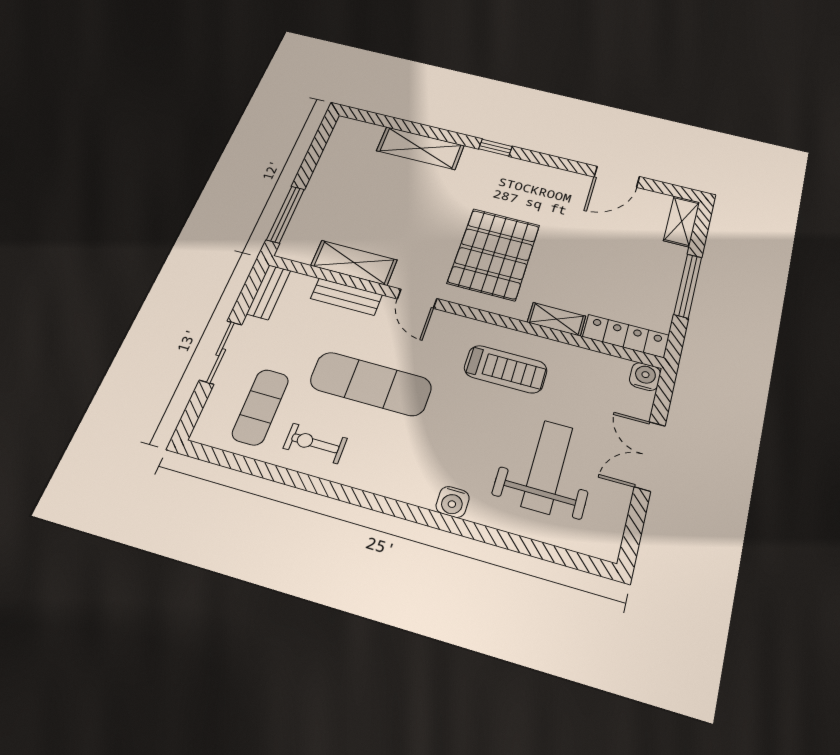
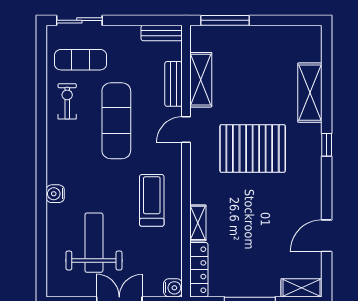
door: (617, 177) -> (327, 236), hinge flipped
pallet: (494, 254) -> (253, 148), moved
sliding door: (221, 352) -> (79, 20), moved
treadmill: (506, 369) -> (152, 200), turned 180
weight bench: (547, 467) -> (94, 243), turned -90

